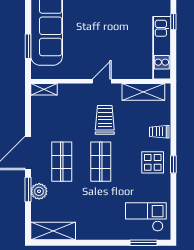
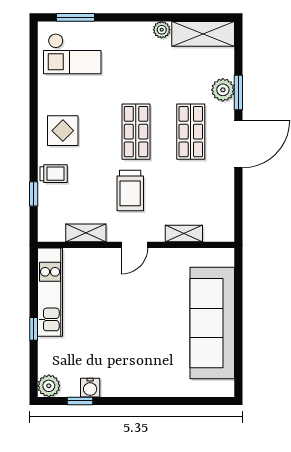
window: (28, 46) -> (238, 294), removed
shelving: (44, 89) -> (184, 234), moved
shelving: (143, 92) -> (86, 233), width x0.67, depth x0.75
window: (173, 164) -> (34, 194), moved
plant: (82, 234) -> (162, 30), added

